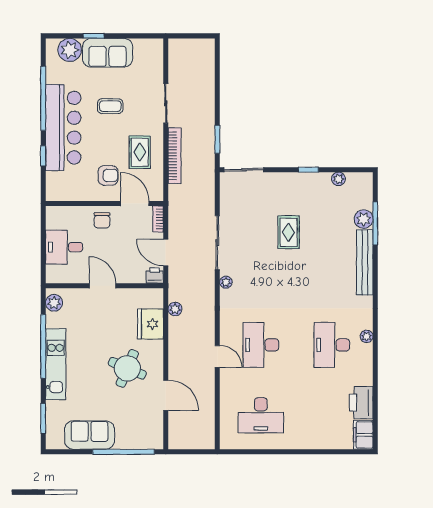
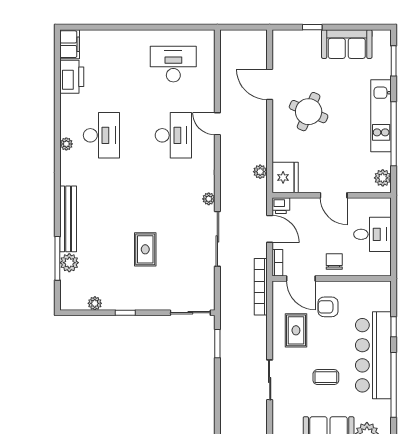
bookcase: (174, 156) -> (261, 287), moved
fridge: (150, 324) -> (285, 177), moved
window: (124, 452) -> (312, 27), width x0.32

